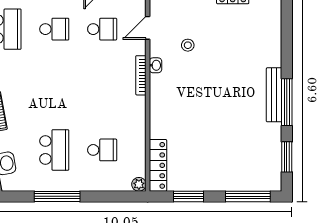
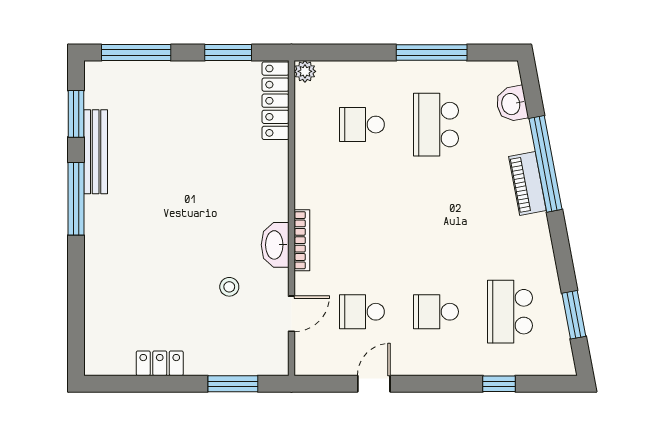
washbasin: (155, 65) -> (275, 245), width x1.91, depth x1.45
bench: (274, 95) -> (96, 152), moved

